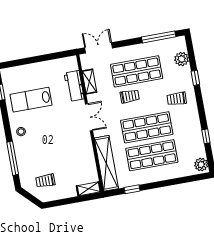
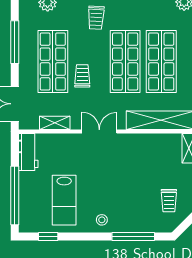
window: (159, 37) -> (15, 42), moved
window: (28, 61) -> (15, 195), added
workbench: (74, 86) -> (28, 152), moved, turned -90

